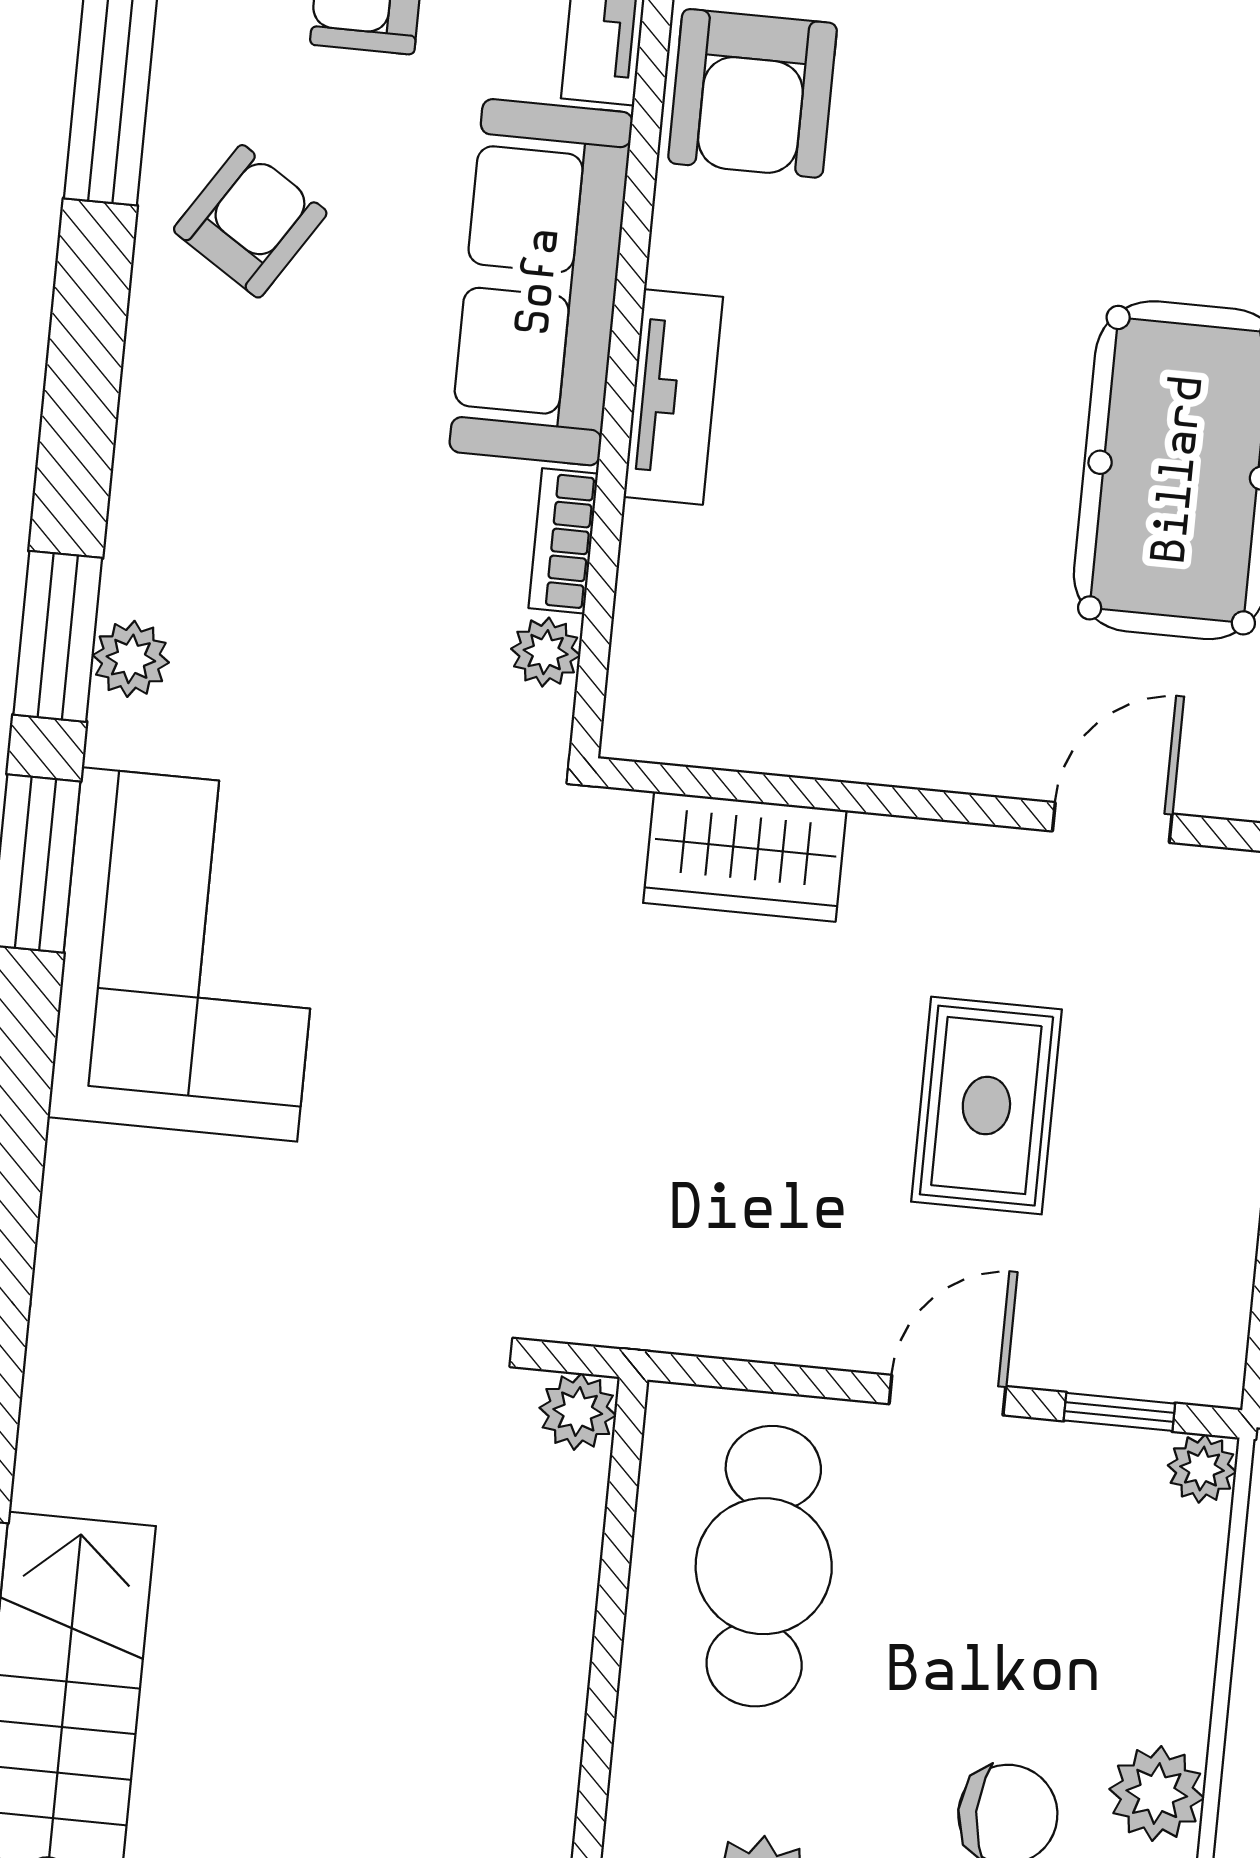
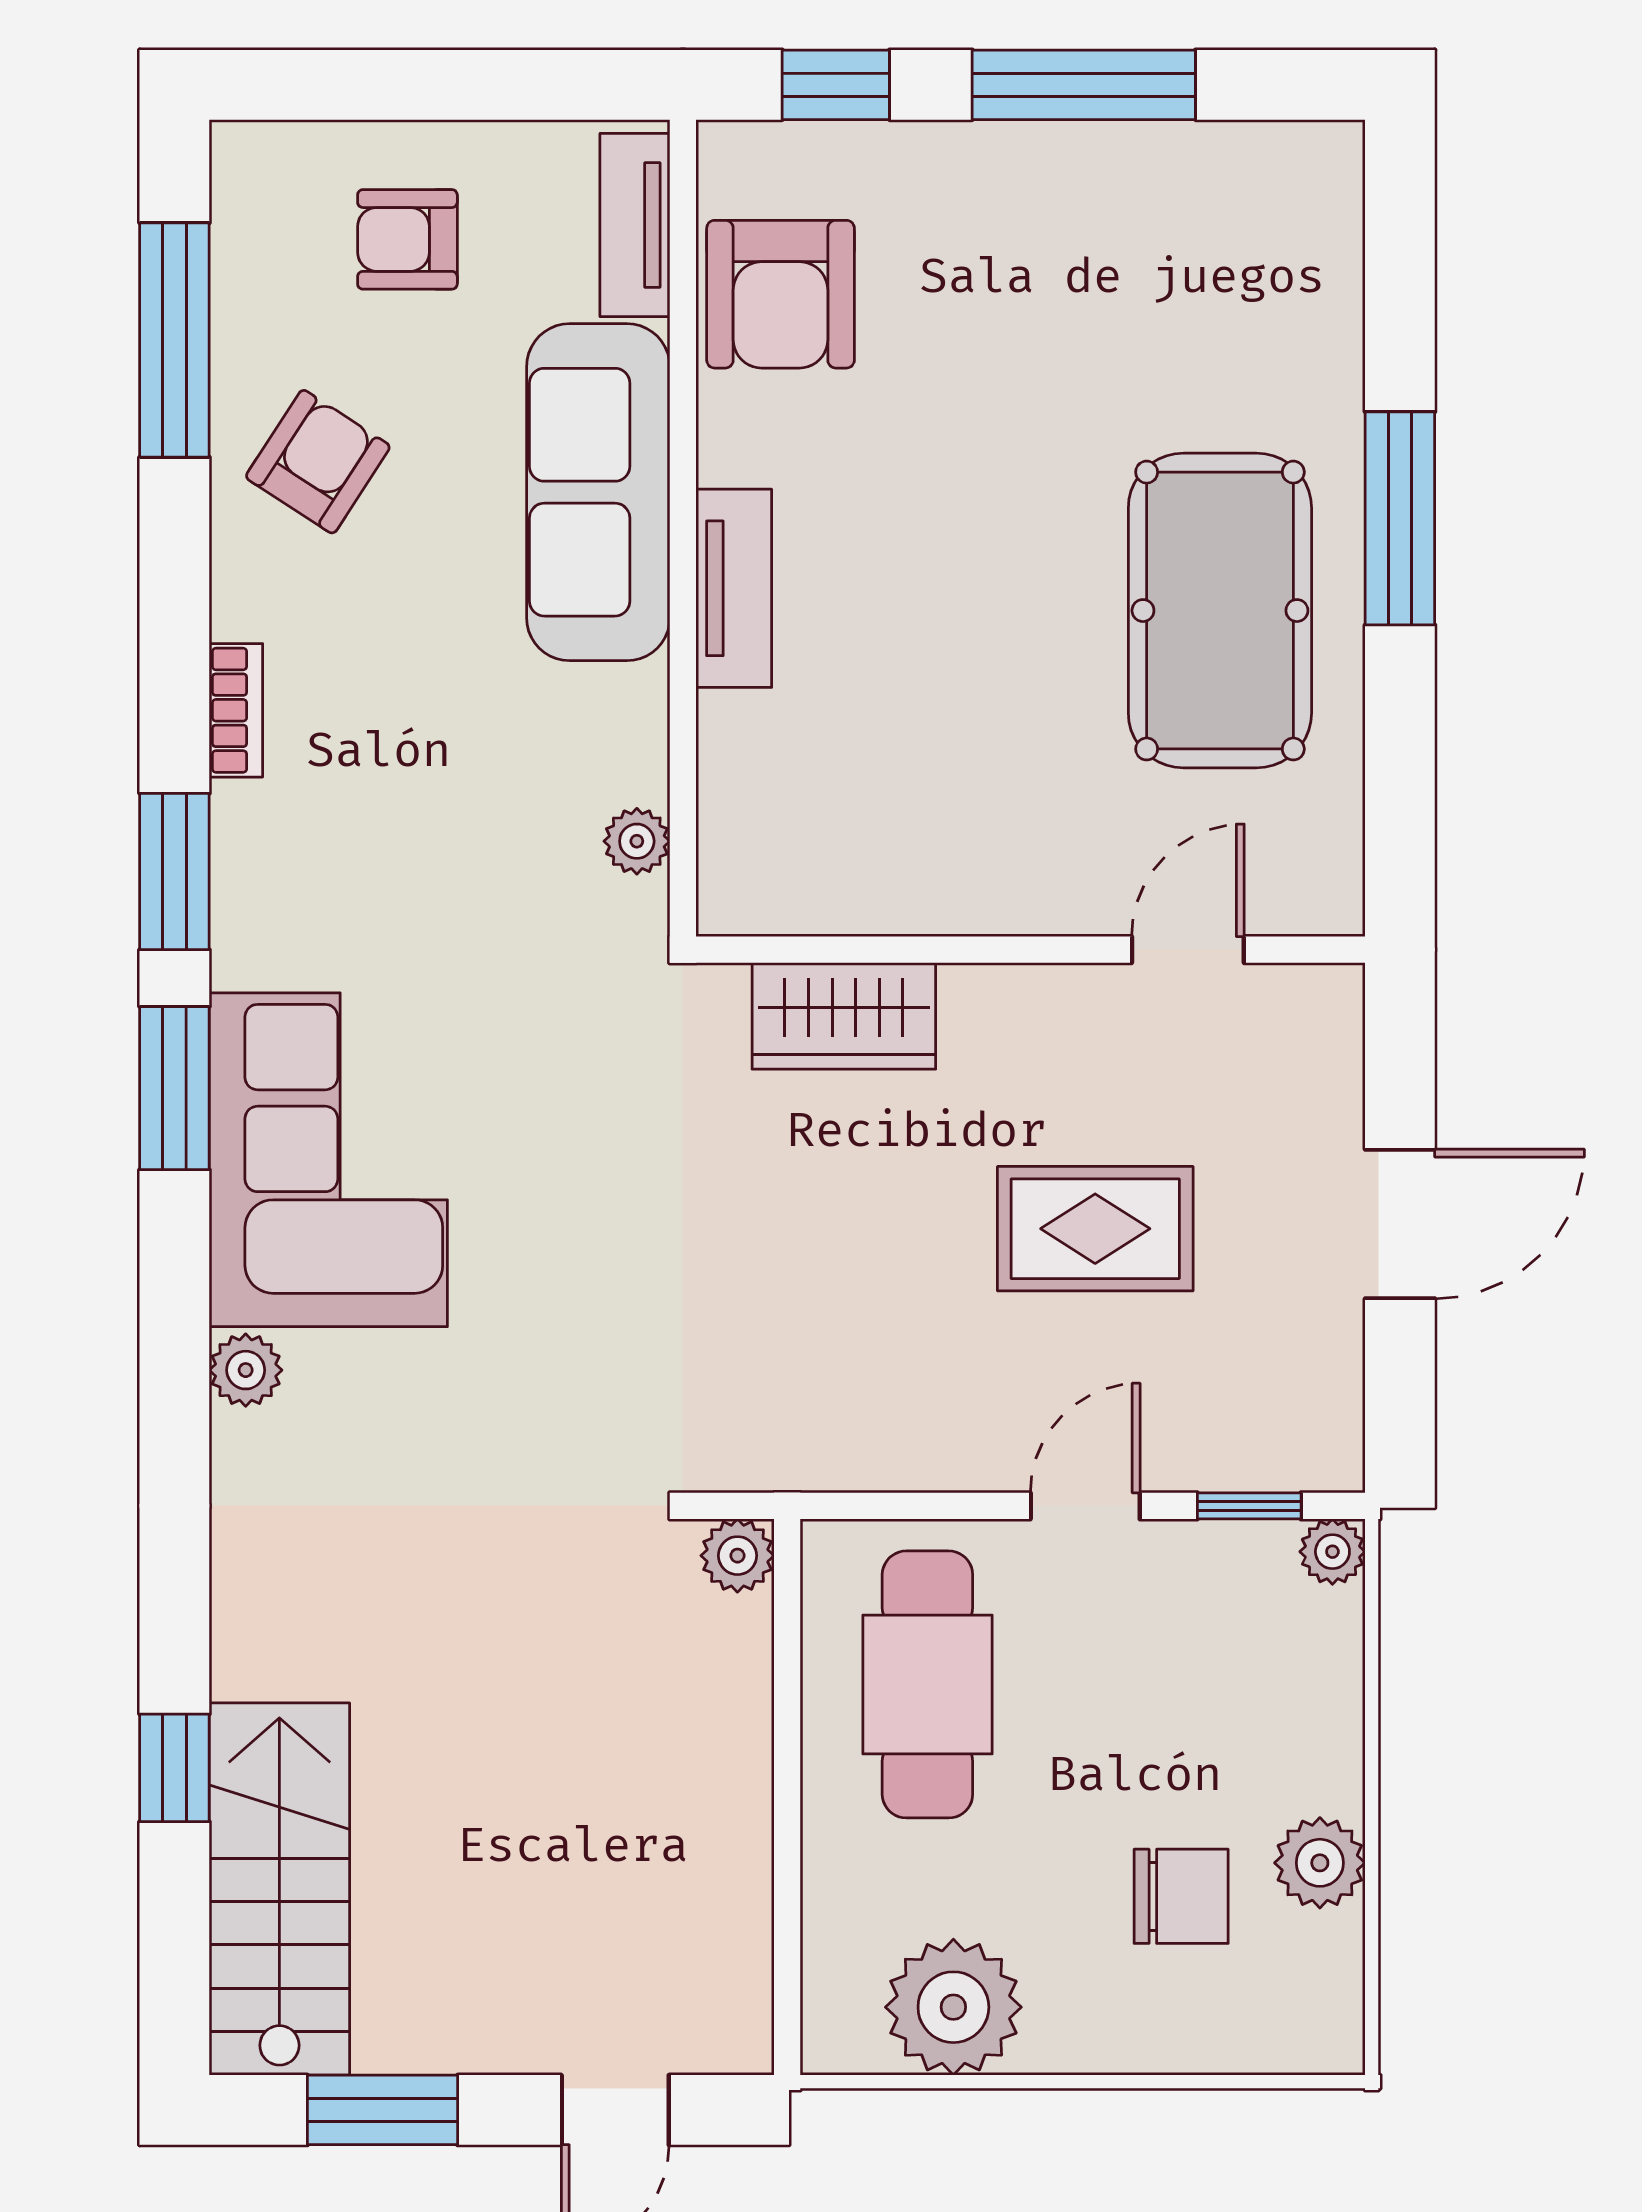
bookcase: (563, 541) -> (236, 710), moved, turned 180
plant: (131, 659) -> (246, 1370), moved
rug: (986, 1106) -> (1095, 1229), turned 90

